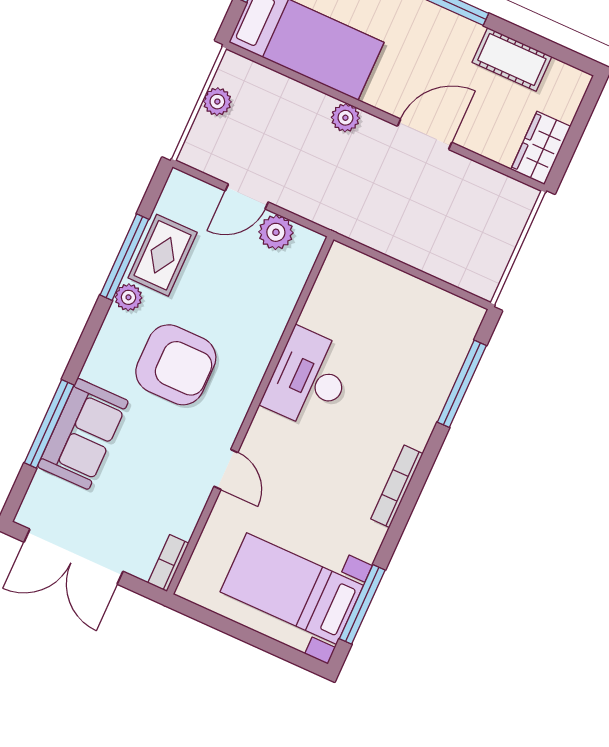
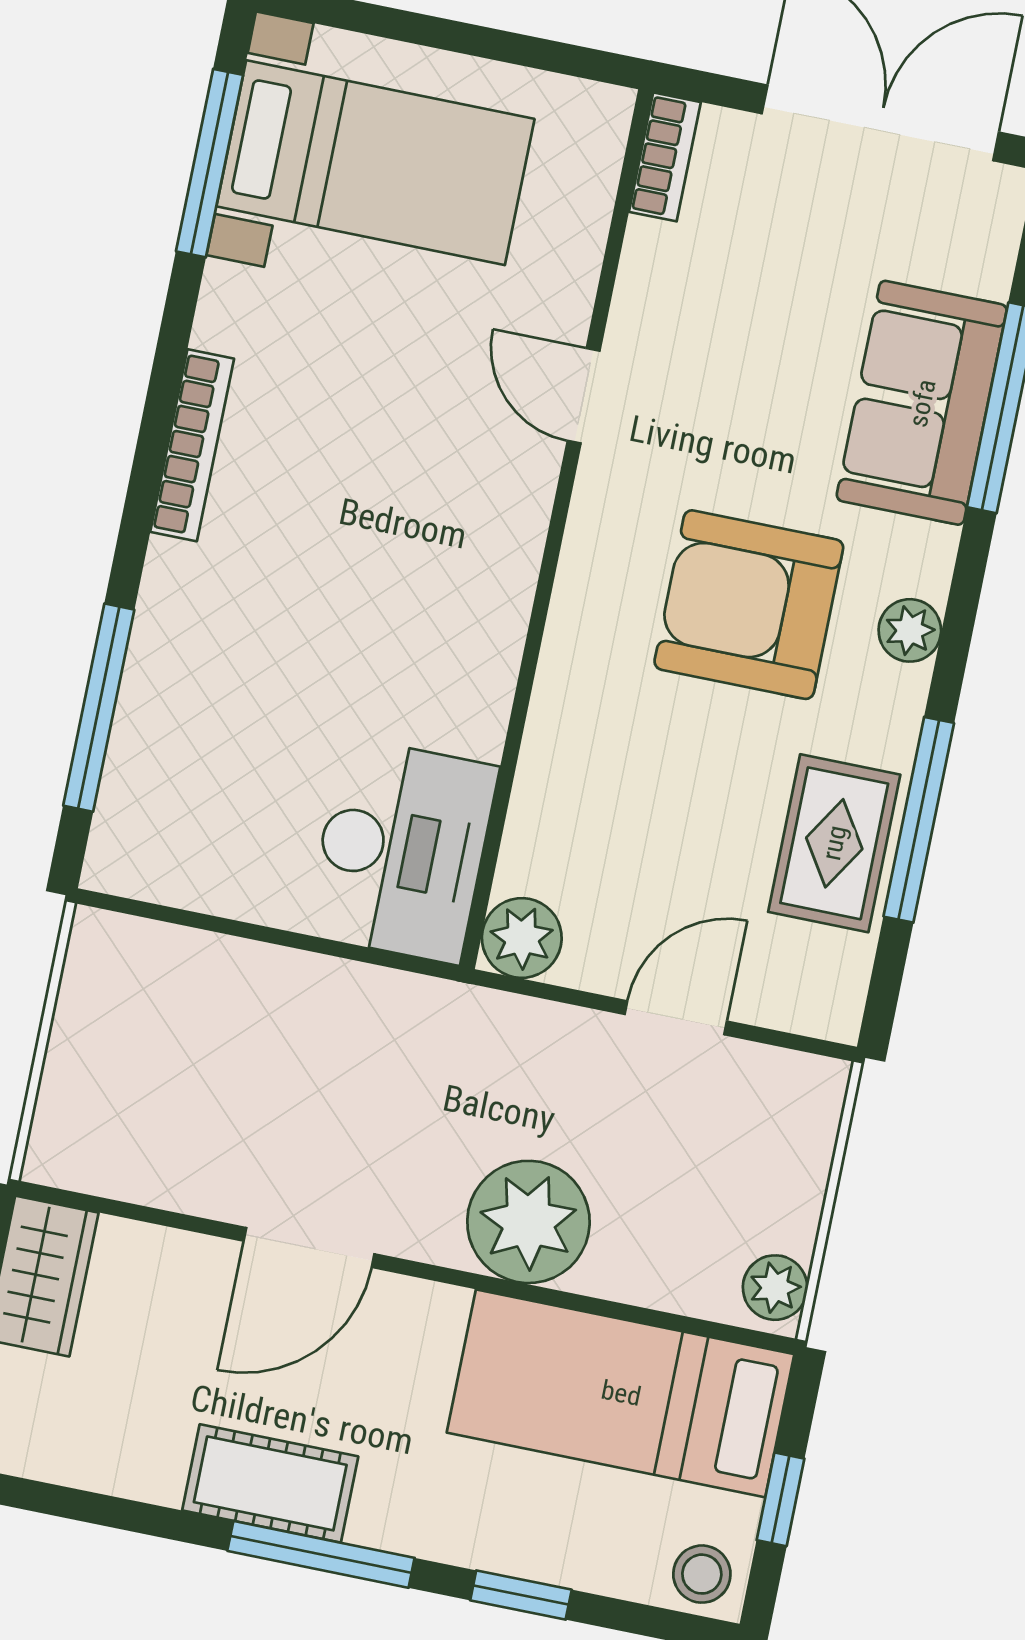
cot: (512, 60) -> (270, 1483), moved
plant: (217, 102) -> (775, 1288), moved
plant: (345, 118) -> (528, 1222), width x1.88, depth x1.88
plant: (276, 232) -> (522, 938), moved
plant: (128, 297) -> (910, 630), moved
desk: (309, 379) -> (402, 850), moved

